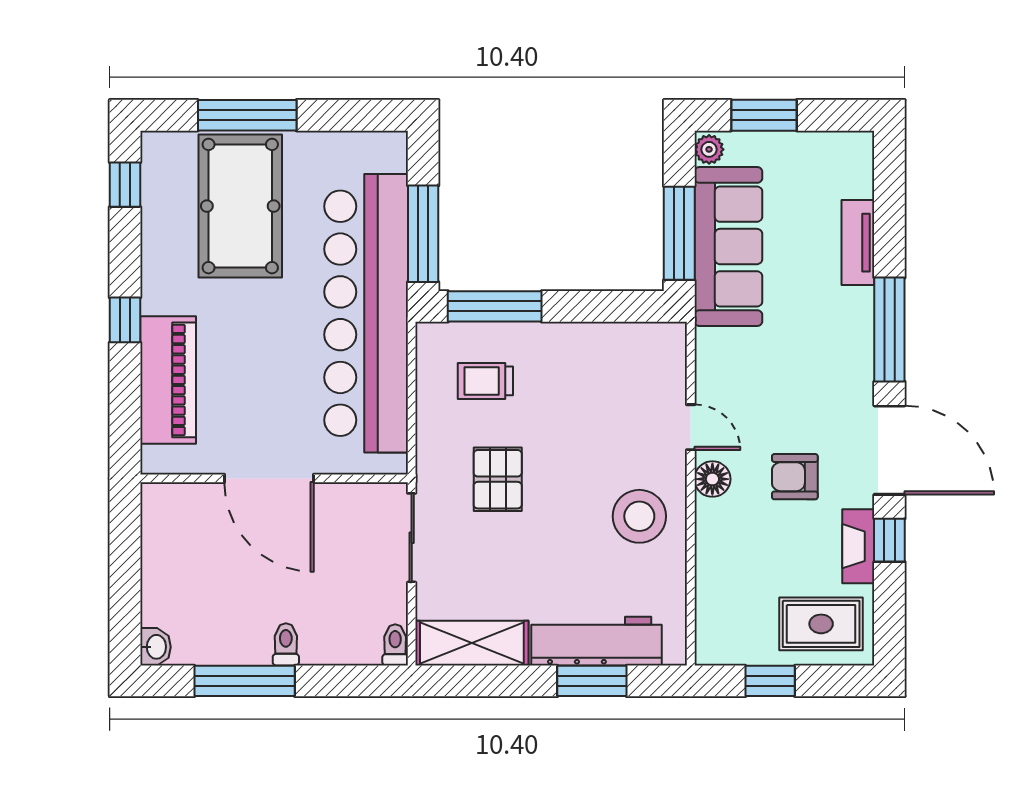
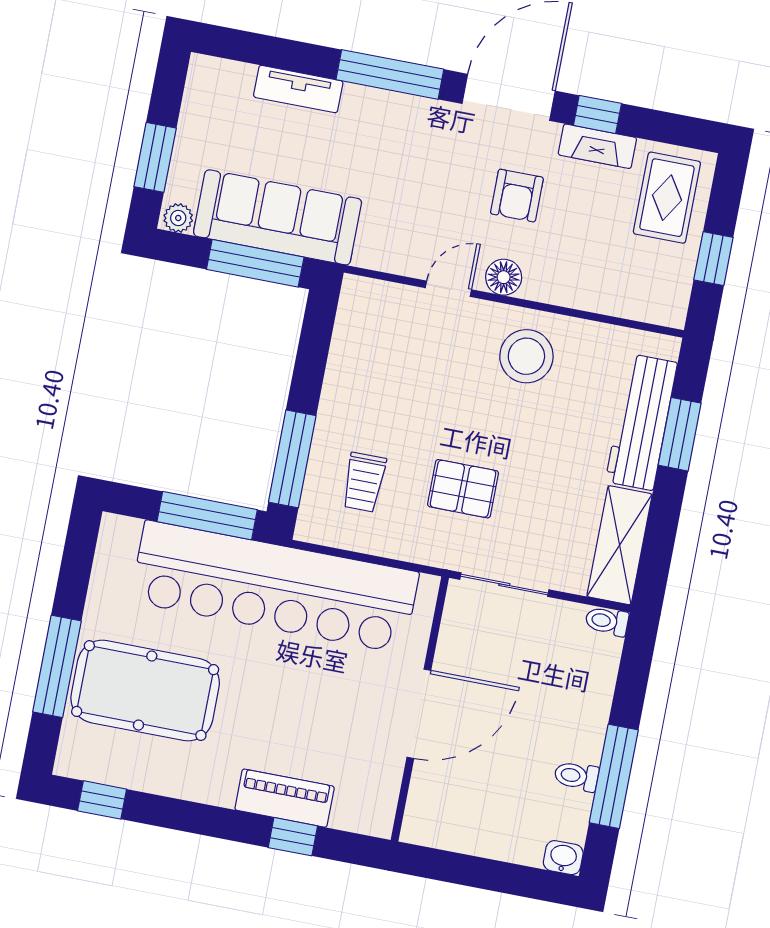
window: (125, 320) -> (293, 837), moved
piano: (168, 380) -> (285, 798), width x0.73, depth x0.75
toilet: (286, 644) -> (576, 776), moved

